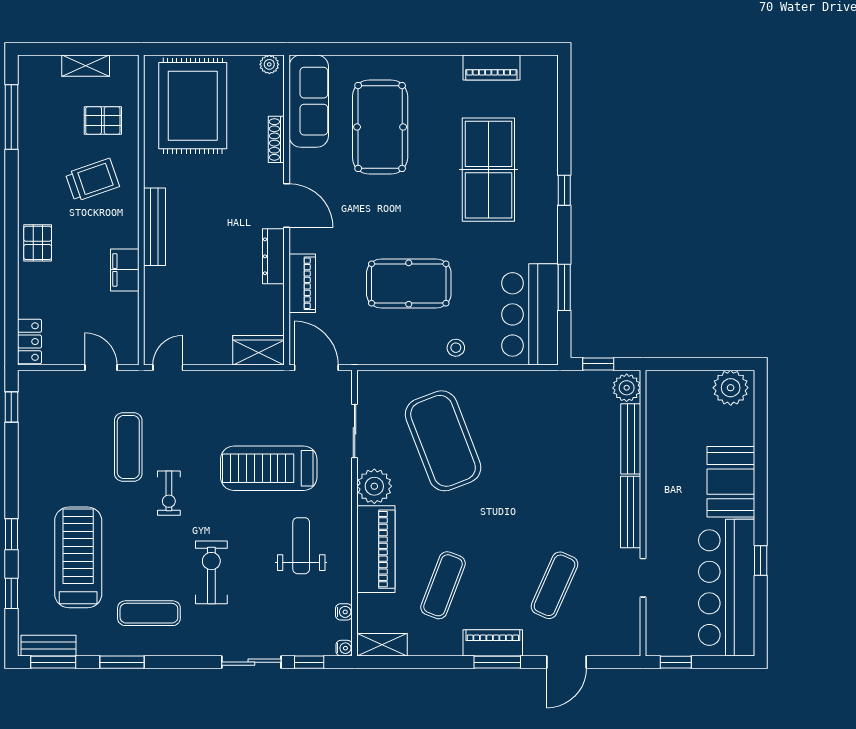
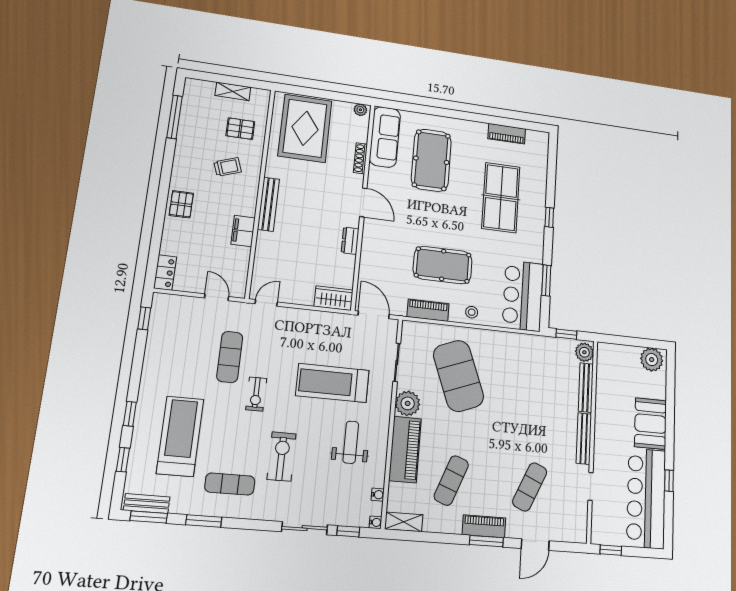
trolley: (92, 180) -> (228, 167), width x0.73, depth x0.72
dresser: (273, 256) -> (350, 241), width x0.70
piano: (302, 283) -> (428, 310), moved, turned -90

